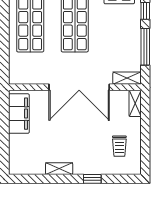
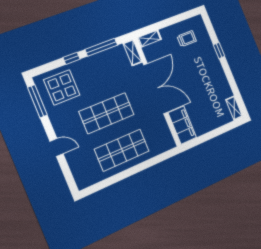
filing cabinet: (19, 114) -> (182, 125), moved, turned 90
shelving: (59, 169) -> (234, 108), moved

